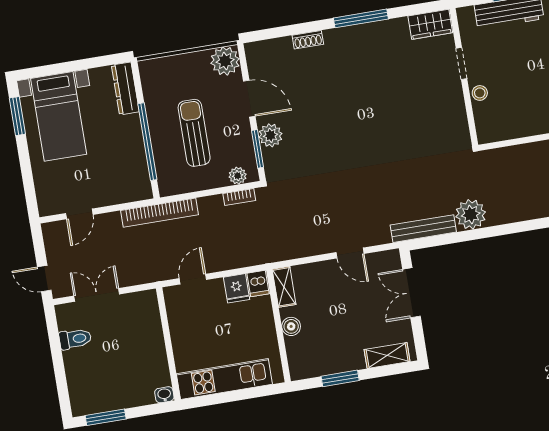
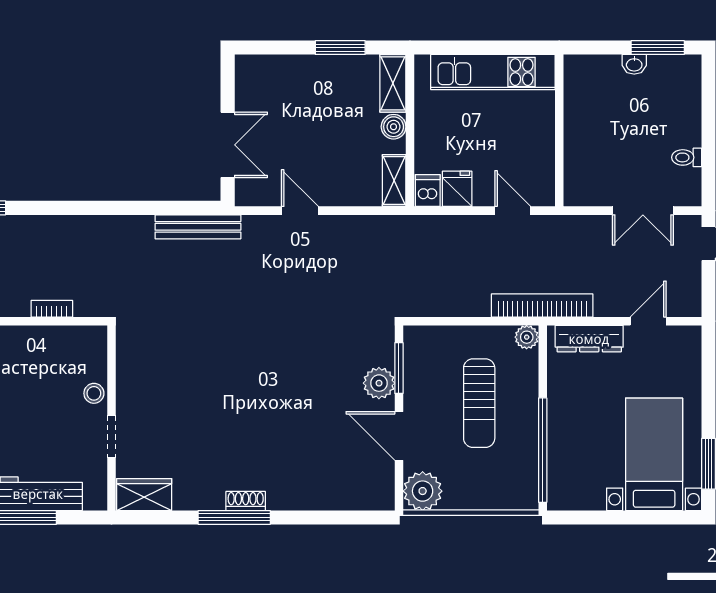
shoe rack: (308, 40) -> (246, 501), moved
dresser: (125, 89) -> (589, 339), moved, turned 90
window: (147, 142) -> (543, 450), moved
plant: (238, 176) -> (527, 337), moved
bookcase: (239, 197) -> (52, 309), moved
plant: (471, 214) -> (132, 235), removed
door: (193, 279) -> (513, 211), swing flipped
toilet: (75, 339) -> (687, 157), width x0.73, depth x0.72
shelving: (387, 355) -> (393, 83), moved, turned 90
washbasin: (164, 395) -> (634, 64), moved

